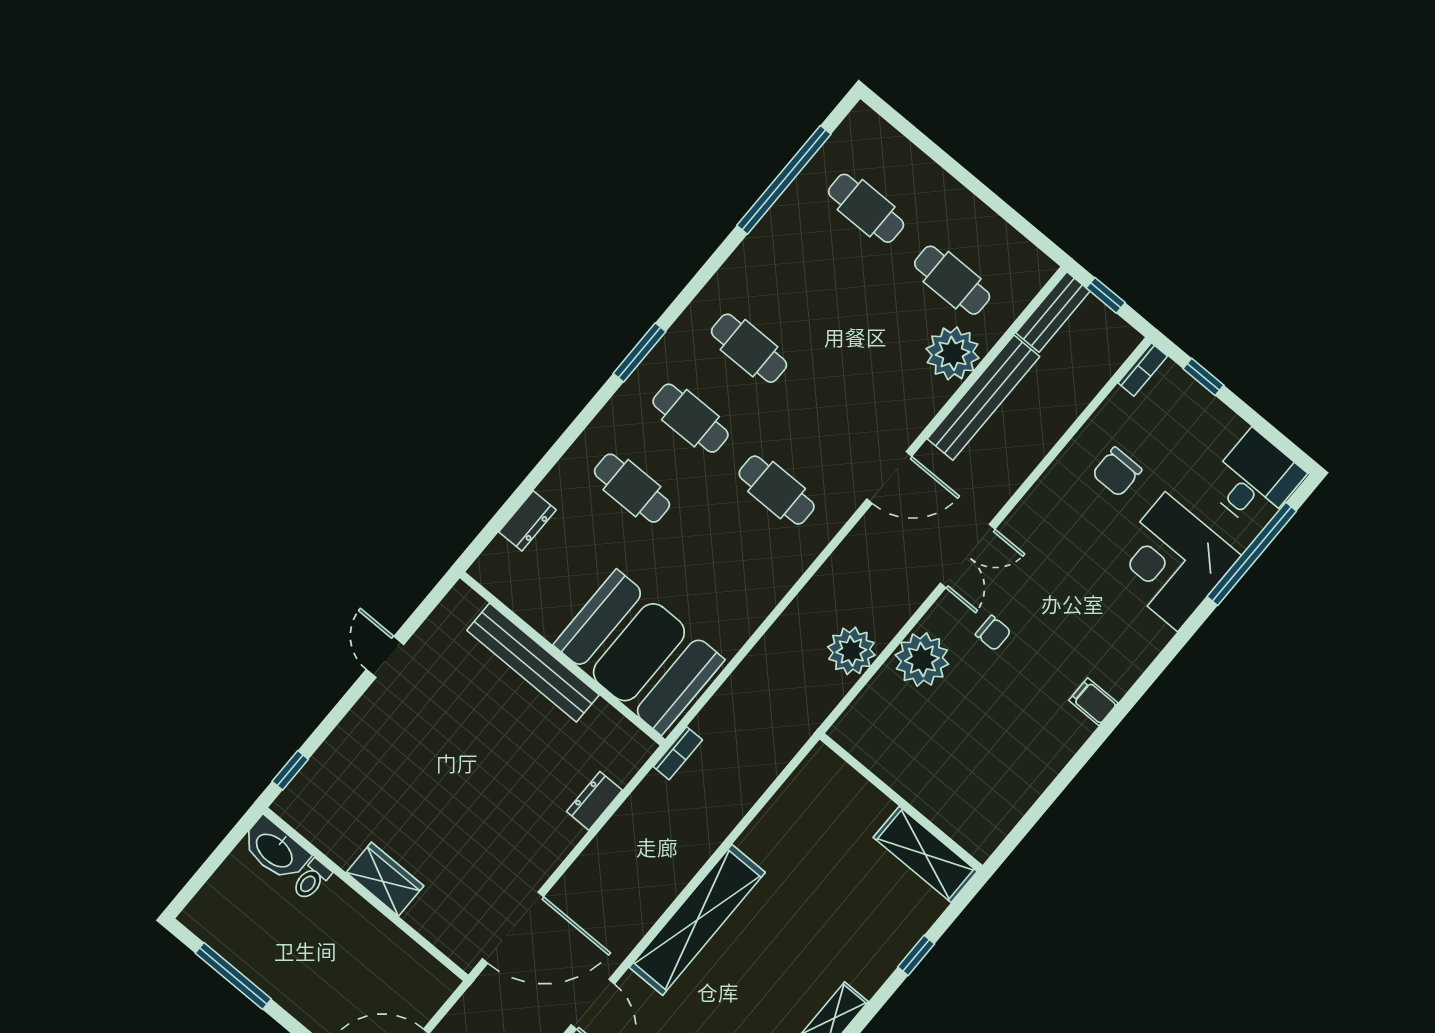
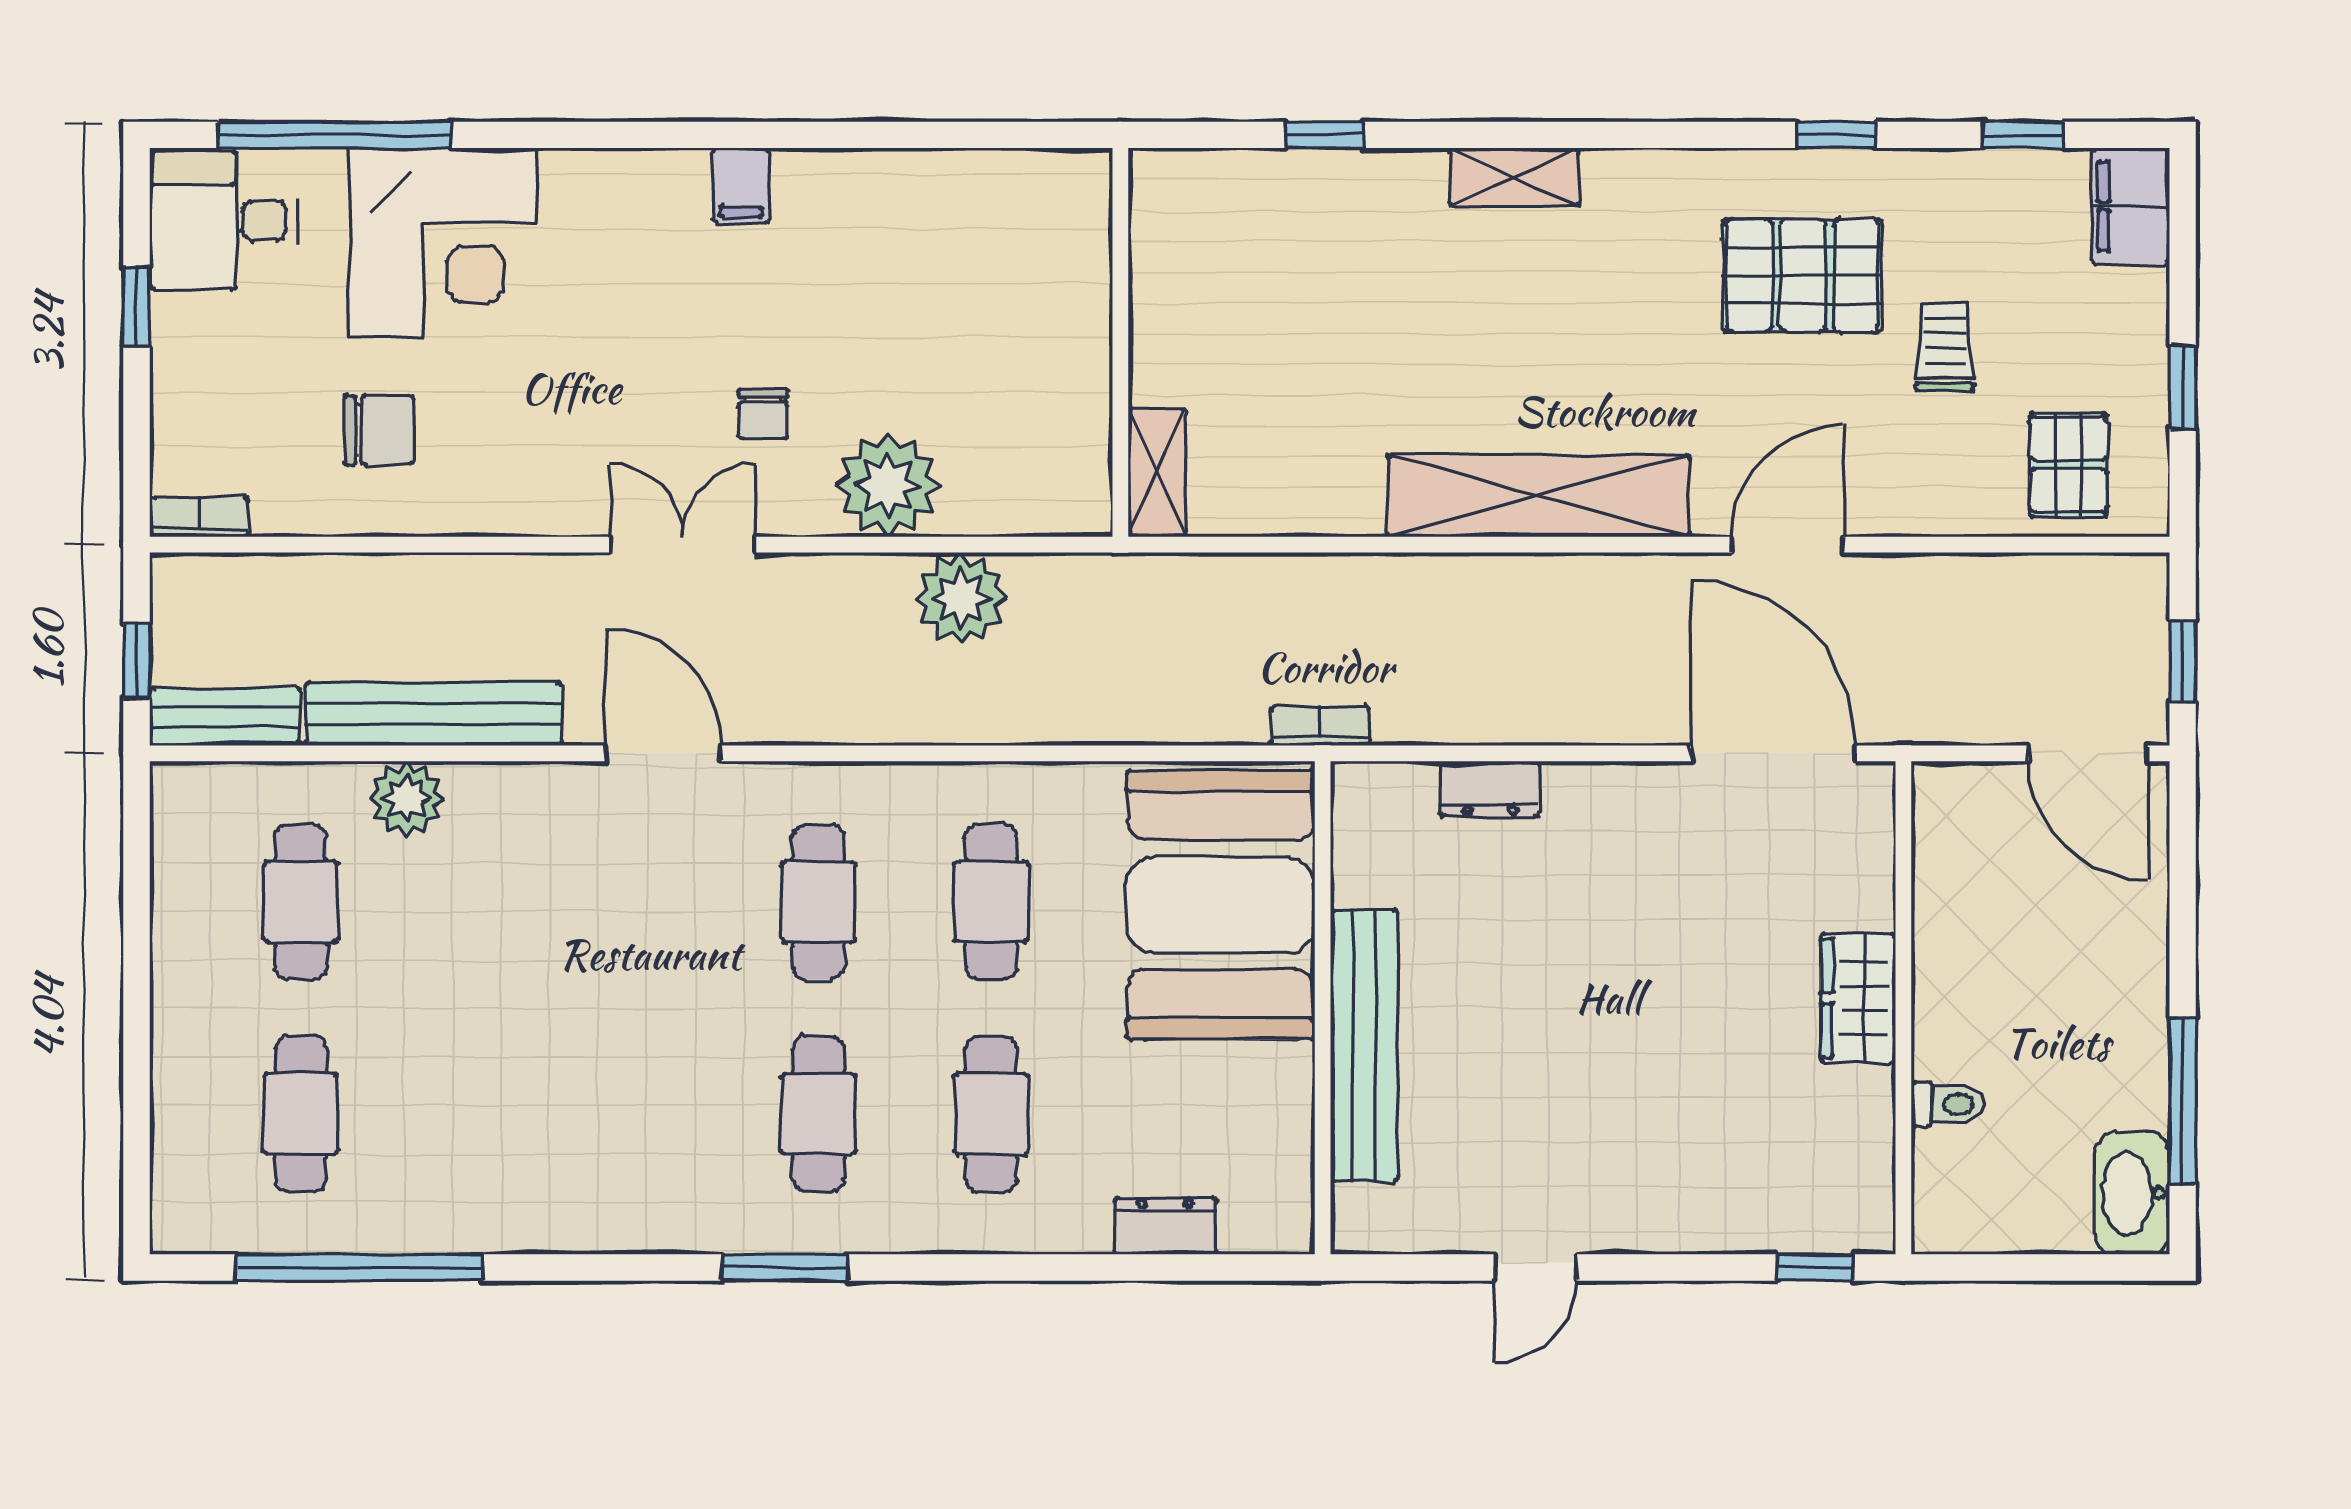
cafe table: (749, 348) -> (991, 902), moved
plant: (953, 353) -> (407, 799), width x0.73, depth x0.73
window: (1203, 377) -> (136, 307), moved
chair: (993, 633) -> (763, 414), turned 180
washbasin: (275, 850) -> (2132, 1193), moved, turned 180
shelving: (925, 854) -> (1157, 473), moved, width x0.67, depth x0.75

